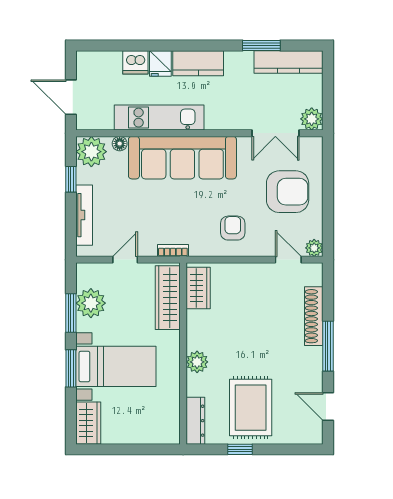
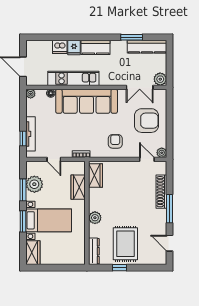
plant: (91, 152) -> (31, 94), width x0.53, depth x0.53
window: (71, 179) -> (23, 139), moved
door: (125, 260) -> (54, 159), swing flipped
wardrobe: (168, 298) -> (78, 187), width x0.67

